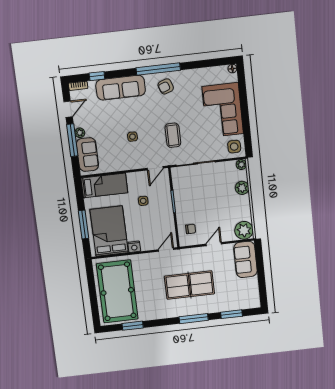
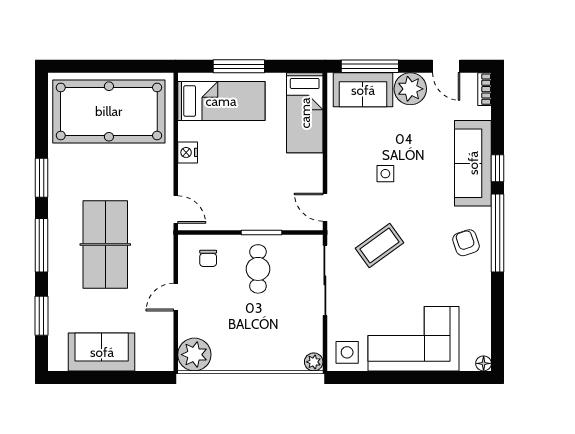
window: (97, 76) -> (498, 168), moved
plant: (80, 133) -> (410, 89), width x1.88, depth x1.88
coffee table: (173, 135) -> (380, 246), turned -36
window: (72, 140) -> (370, 66), moved
plant: (242, 188) -> (272, 359), removed
side table: (143, 201) -> (269, 179), removed
cafe table: (193, 201) -> (258, 269), added
bed: (109, 231) -> (221, 101), width x0.67
door: (214, 244) -> (176, 297), swing flipped
sofa: (246, 259) -> (102, 352), moved
window: (133, 326) -> (41, 178), moved

